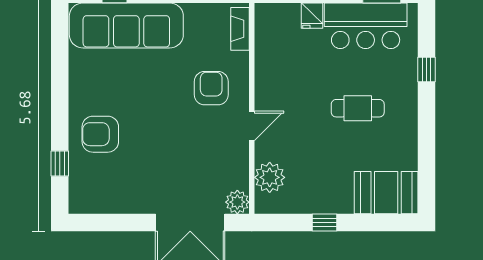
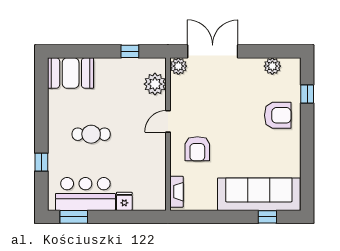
plant: (108, 202) -> (272, 66), added
window: (324, 222) -> (130, 51), moved

